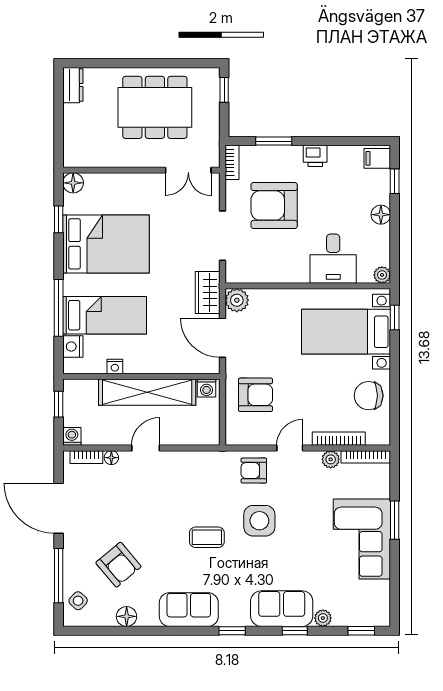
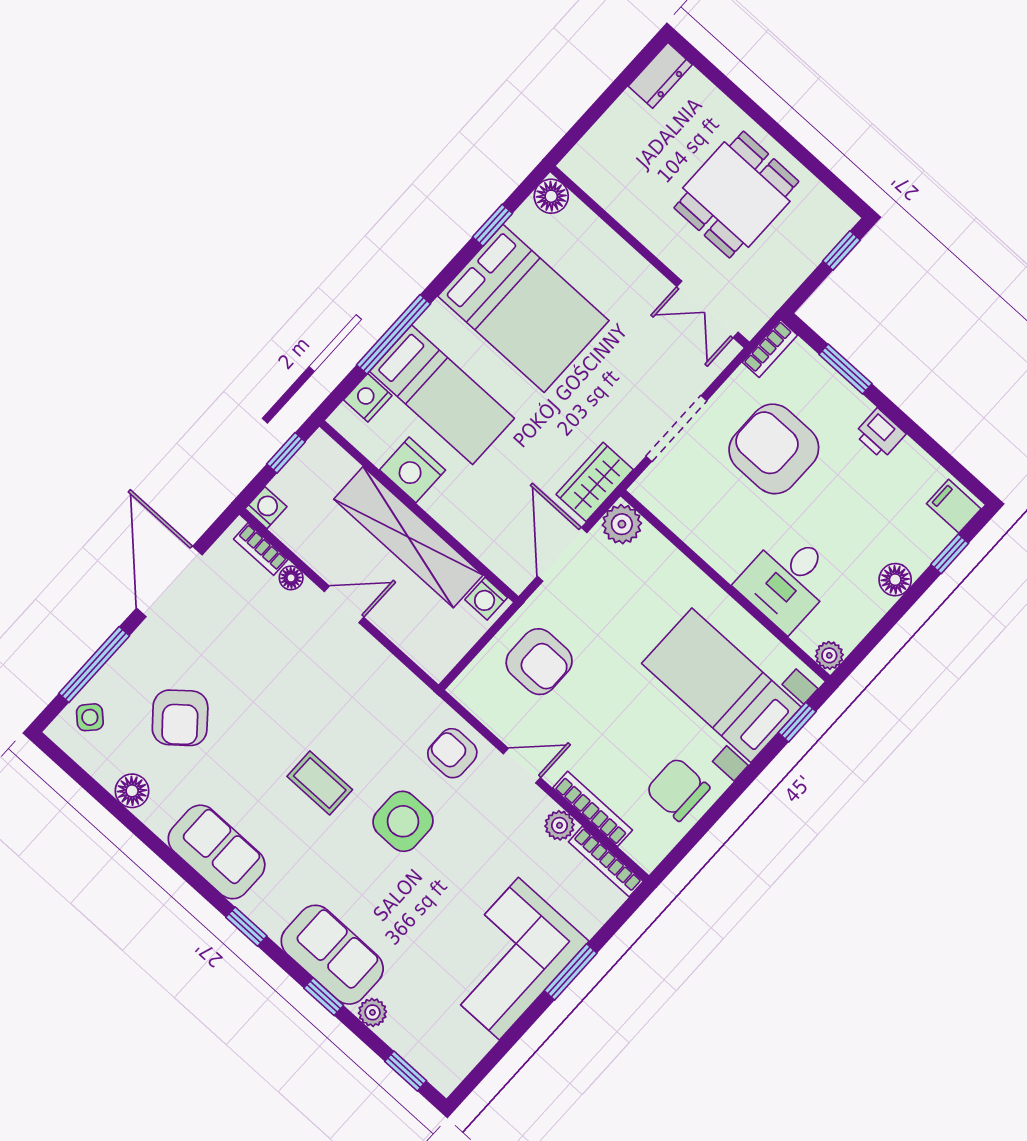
dining table: (155, 107) -> (736, 195), width x0.73
nightstand: (115, 366) -> (412, 470), width x1.89, depth x1.79

